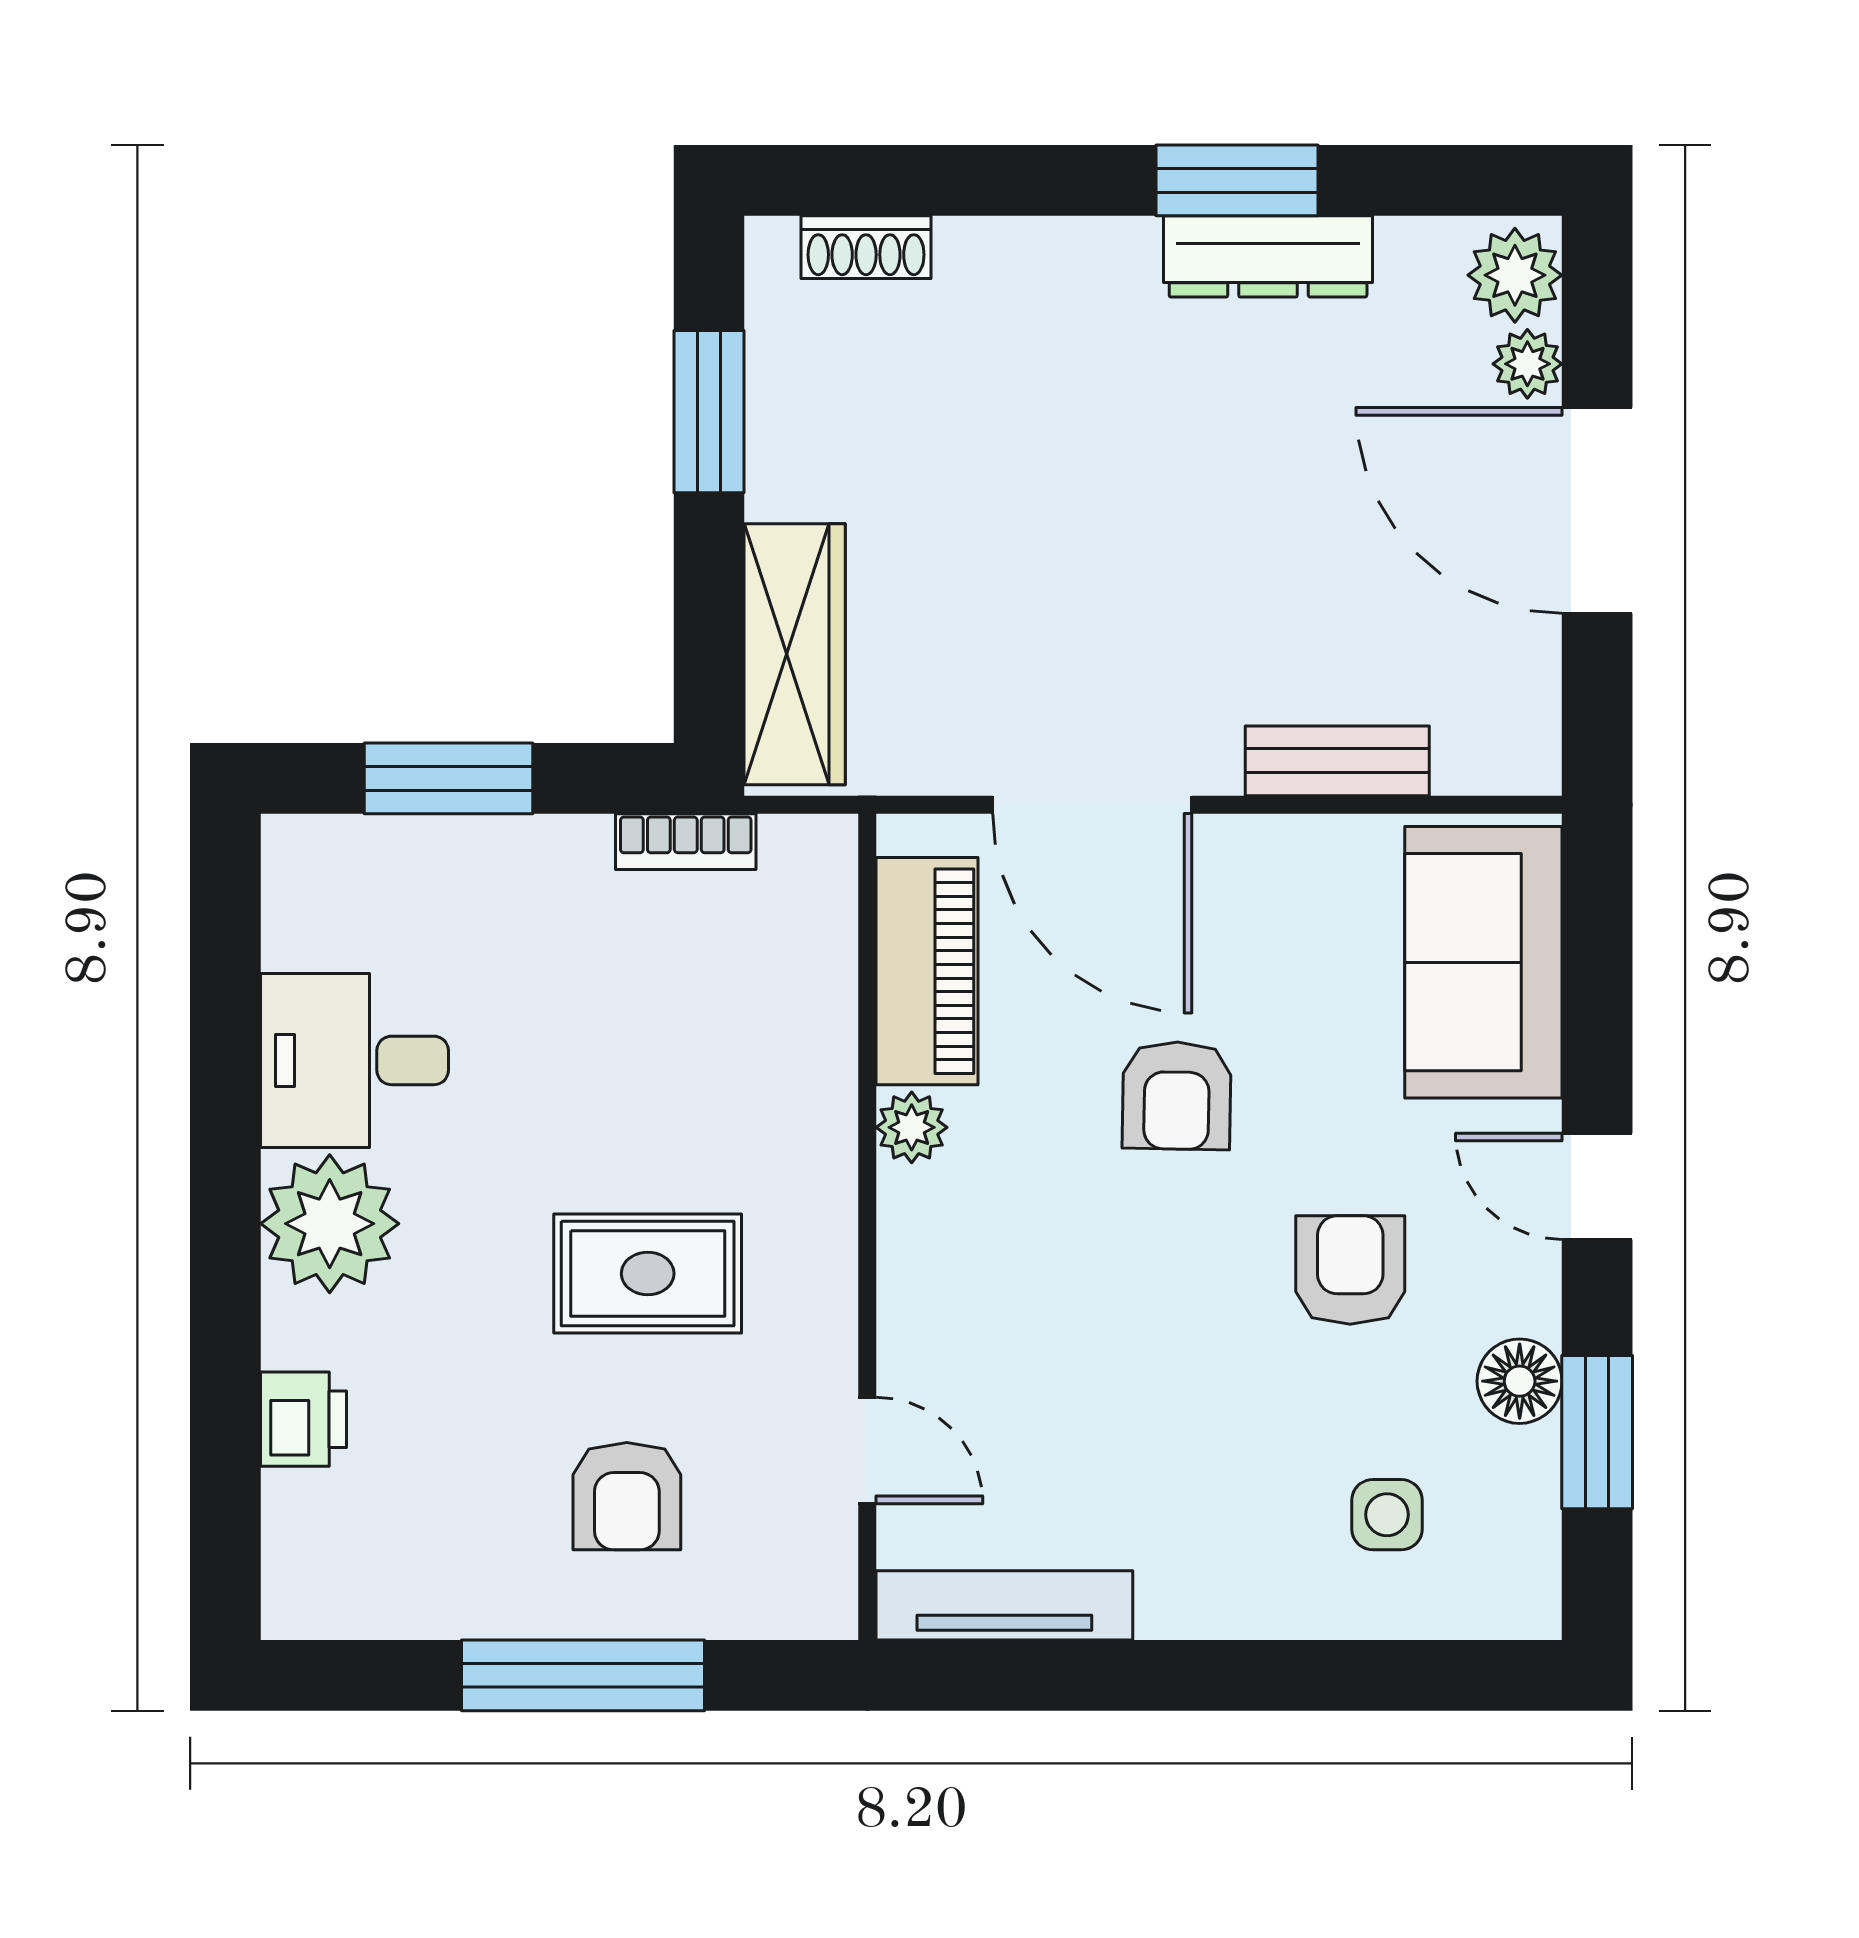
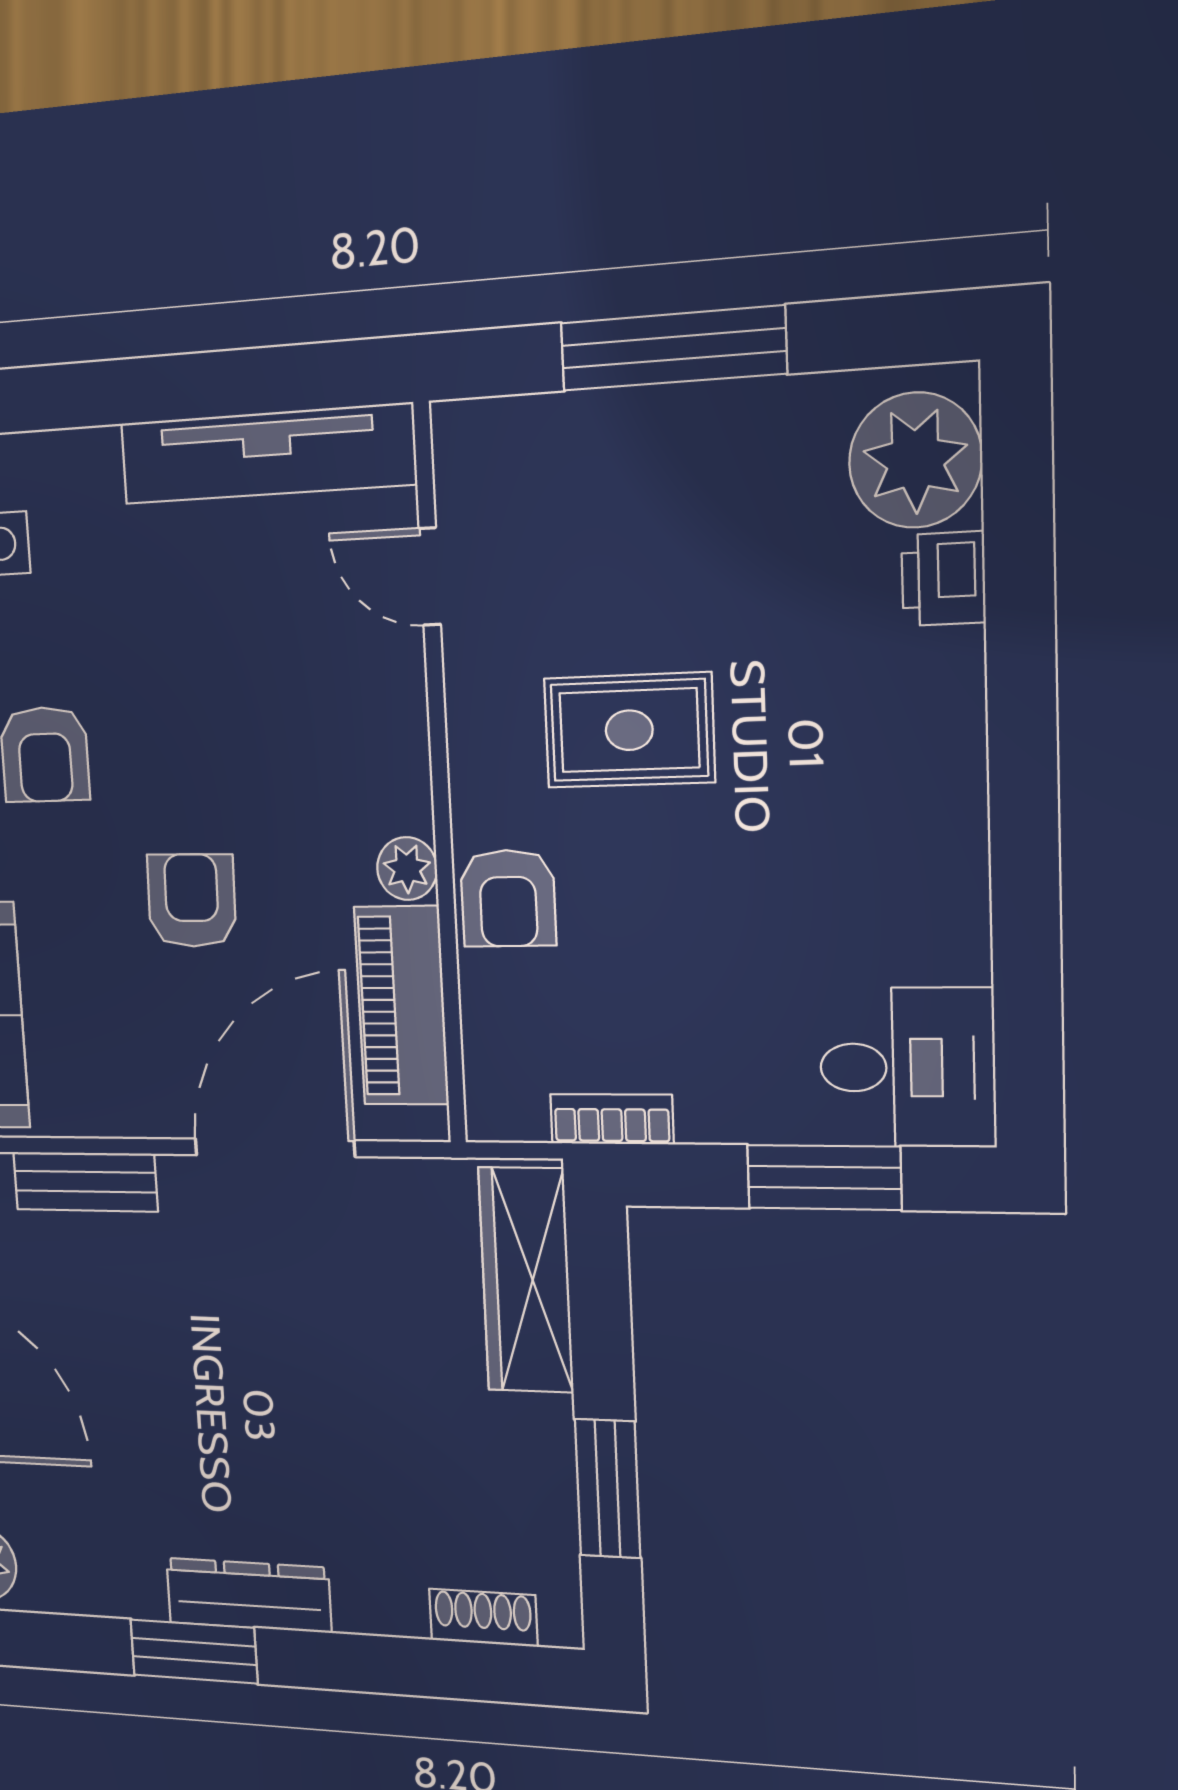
dresser: (1268, 256) -> (248, 1595), moved
door: (1092, 805) -> (275, 1148), hinge flipped
desk: (354, 1060) -> (907, 1068), moved
plant: (330, 1224) -> (915, 460), moved
armchair: (627, 1496) -> (508, 898), moved, turned 180
tv unit: (1004, 1605) -> (267, 454), width x1.36, depth x1.29

